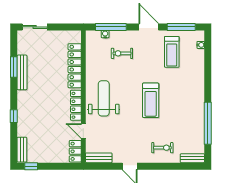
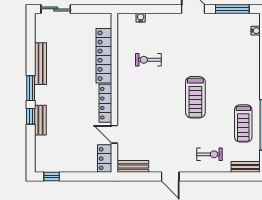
window: (111, 27) -> (148, 9), removed
treadmill: (172, 52) -> (243, 123), moved
exercise bike: (122, 53) -> (148, 60), moved
window: (14, 67) -> (31, 88), moved
weight bench: (104, 98) -> (139, 95), removed
bench: (22, 150) -> (40, 120), moved

